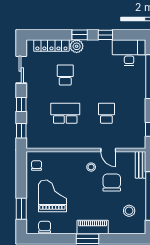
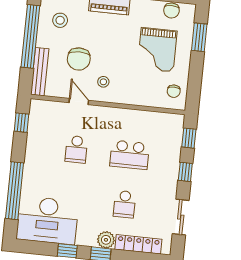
desk: (129, 53) -> (47, 220), width x1.36, depth x1.30
bench: (141, 165) -> (40, 72), width x1.36

